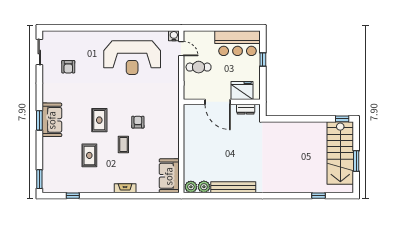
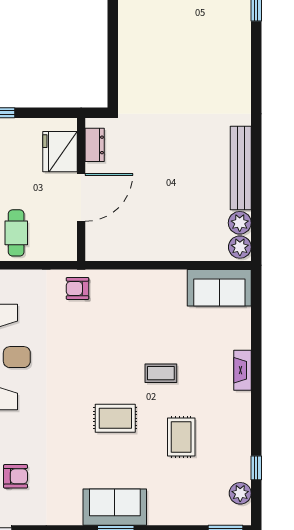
armchair: (138, 122) -> (77, 288), moved
rug: (89, 155) -> (181, 437), turned 90
plant: (59, 187) -> (240, 493), added

